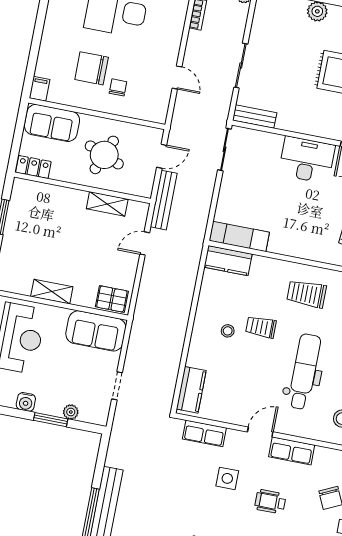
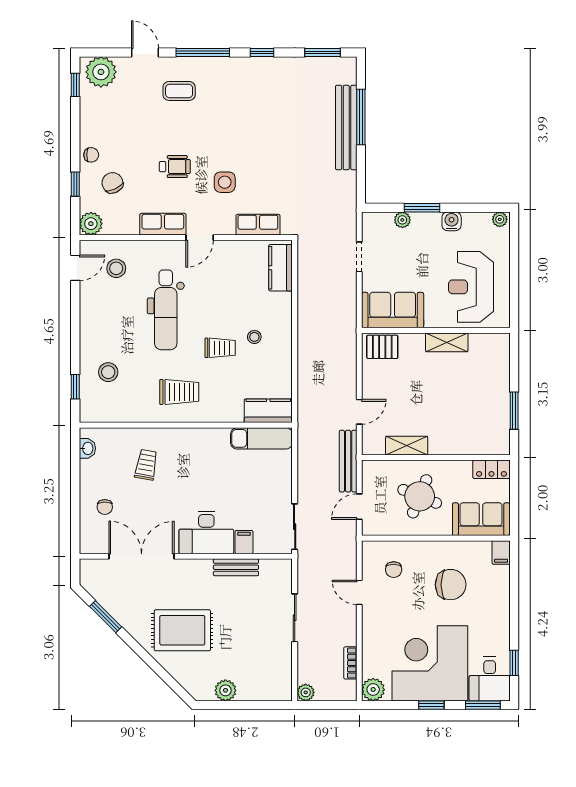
chair: (118, 87) -> (394, 570), moved
bench: (255, 117) -> (236, 567), moved
filing cabinet: (274, 144) -> (244, 542), added

